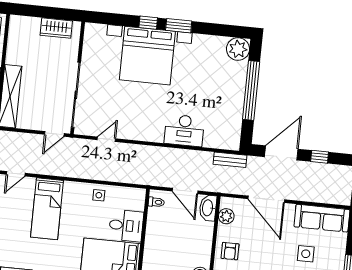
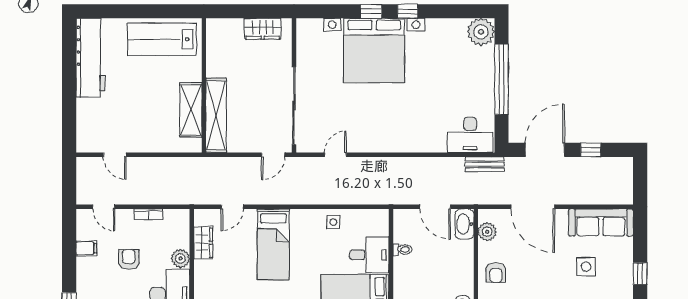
window: (179, 26) -> (408, 11), width x0.67
desk: (184, 130) -> (470, 135), moved
toilet: (156, 202) -> (402, 249), moved

